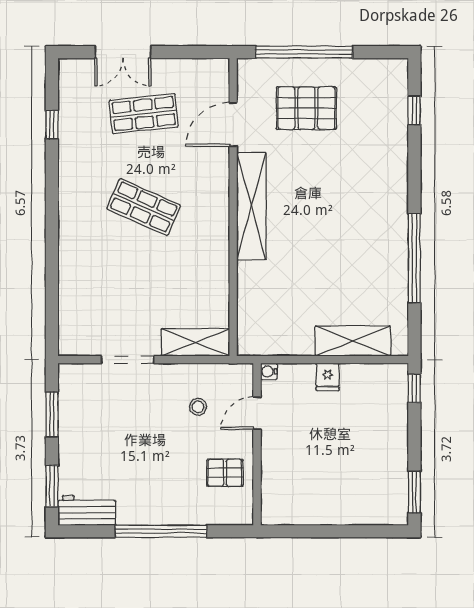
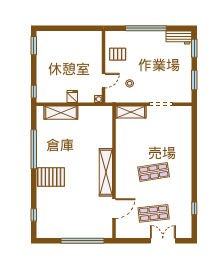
pallet: (306, 108) -> (51, 177), moved
shop shelf: (144, 207) -> (154, 172), turned -33

